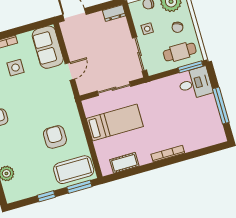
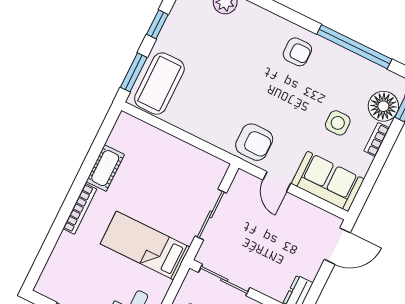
bed: (115, 122) -> (145, 245), moved, turned 90
armchair: (55, 137) -> (254, 142), moved
cot: (124, 163) -> (105, 168), moved

